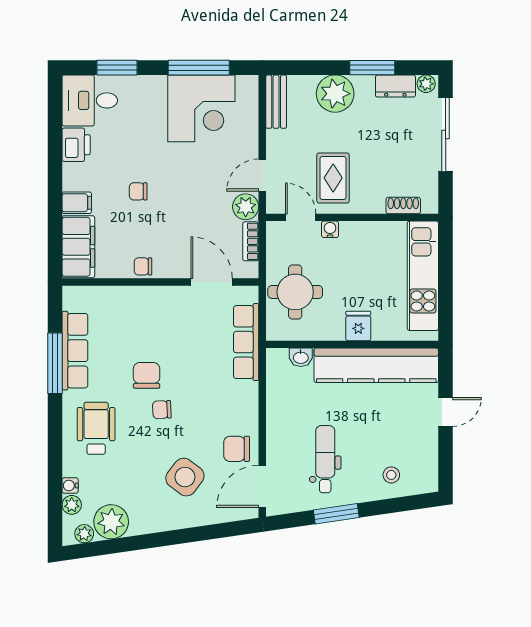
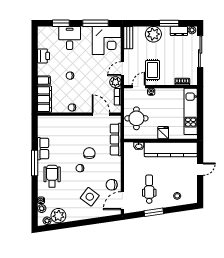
desk: (90, 100) -> (70, 38), moved, turned 90
corner desk: (201, 108) -> (107, 40), moved
door: (301, 217) -> (139, 87), hinge flipped
row of seats: (75, 351) -> (43, 149), width x0.68
window: (55, 363) -> (35, 163), moved
chair: (147, 375) -> (89, 153), moved

